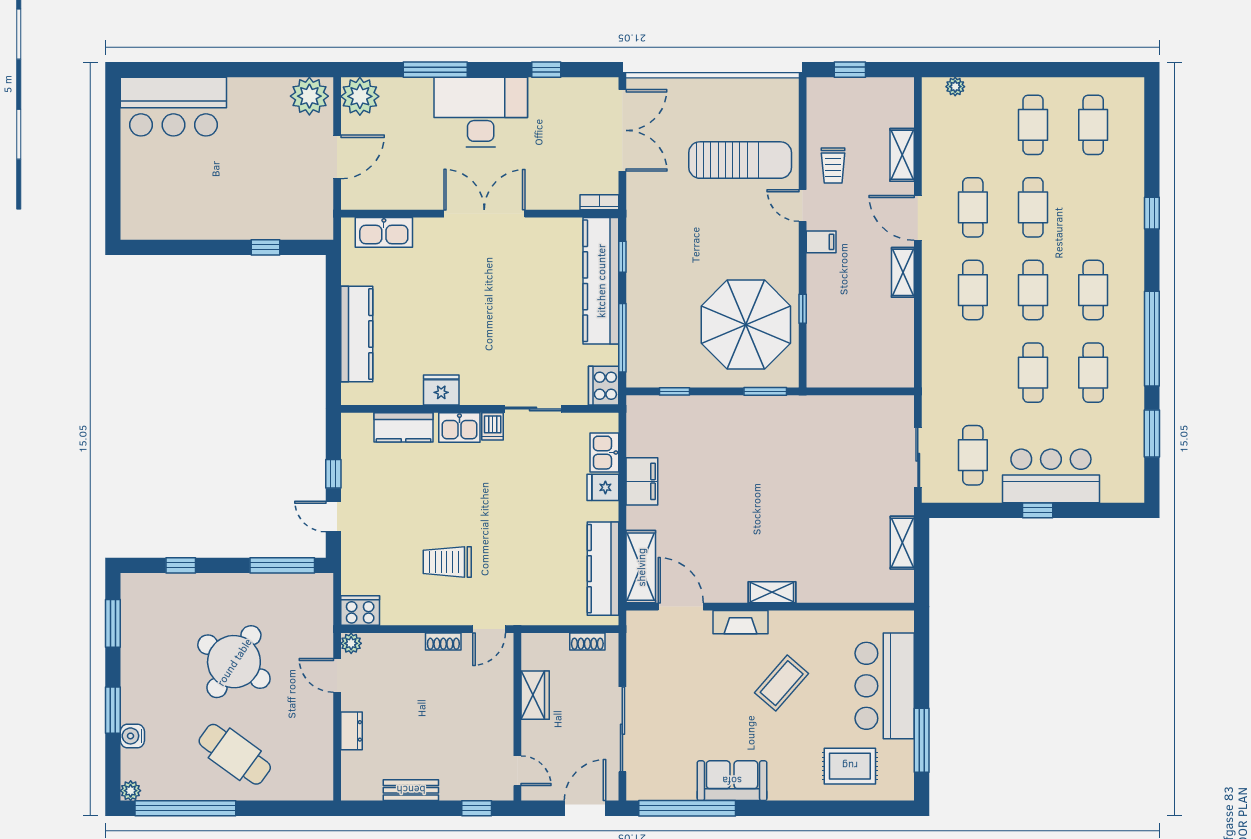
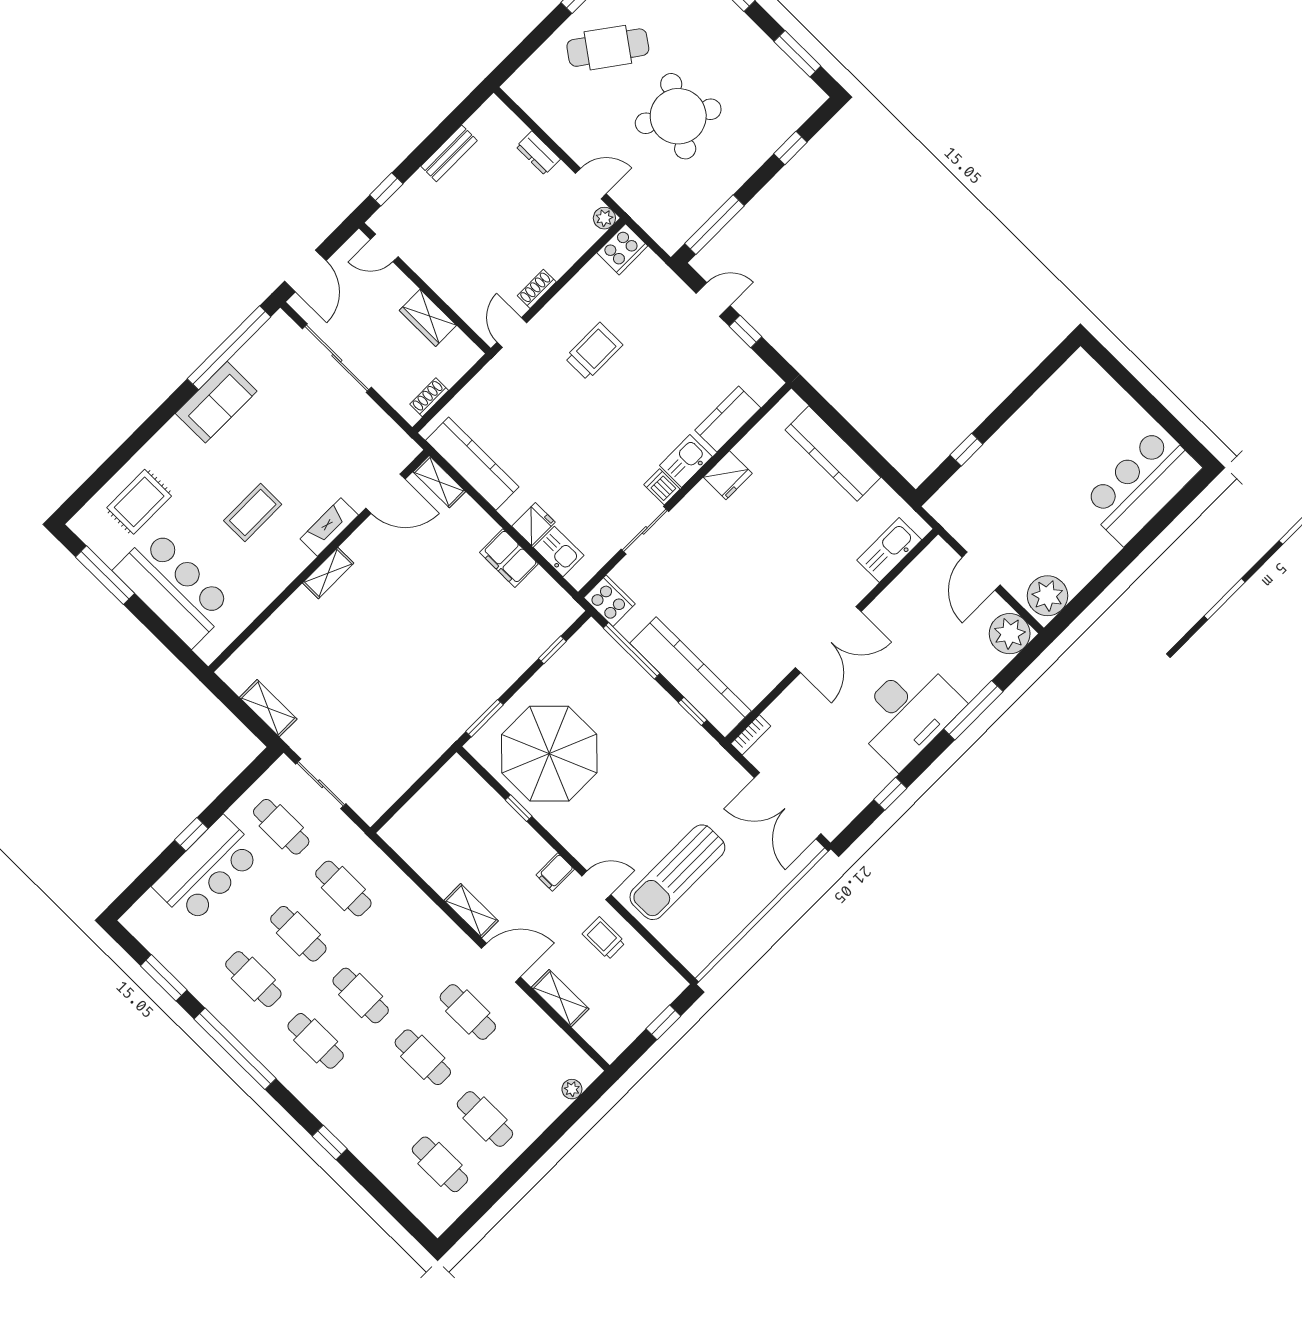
cafe table: (973, 290) -> (343, 888), moved
shelving: (641, 567) -> (439, 482), width x0.67, depth x0.75
coffee table: (782, 683) -> (253, 512), turned 49

